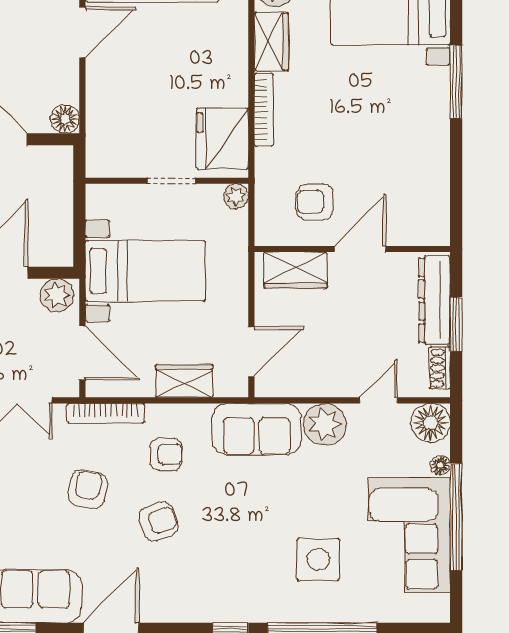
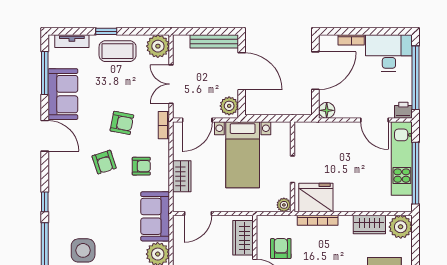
bookcase: (264, 110) -> (318, 220), moved
door: (251, 352) -> (198, 213), hinge flipped
bookcase: (106, 413) -> (164, 125), width x0.64
armchair: (166, 454) -> (141, 166), turned -90

